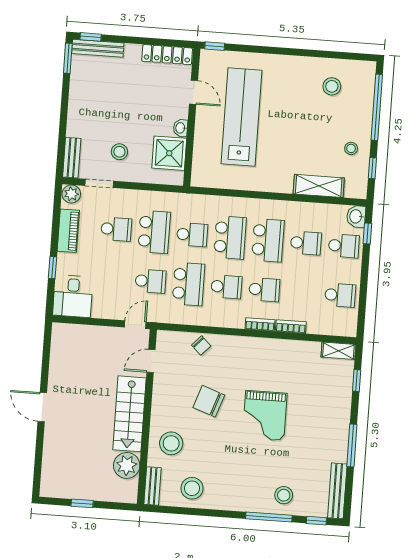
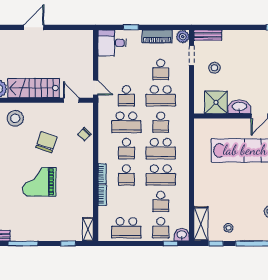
washbasin: (181, 128) -> (239, 107), width x1.91, depth x1.45
shelving: (319, 186) -> (201, 224), moved
school desk: (340, 295) -> (126, 228), width x1.85

